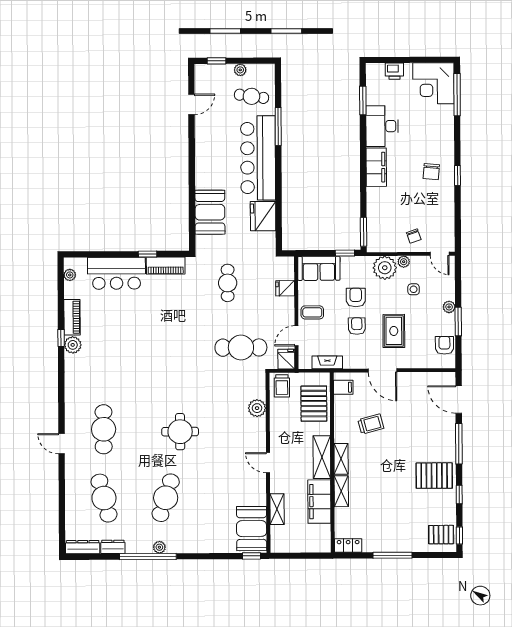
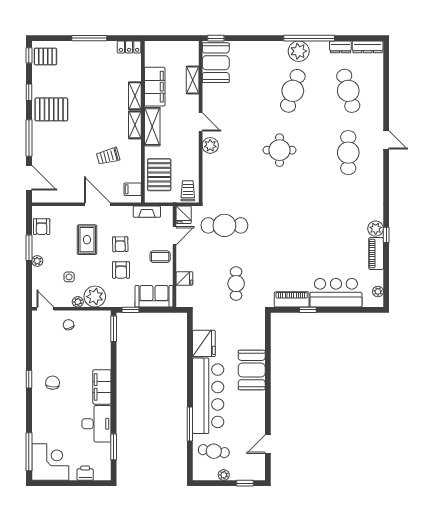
booth: (210, 212) -> (252, 370), moved
plant: (257, 408) -> (210, 145), moved
plant: (159, 547) -> (299, 51), width x1.88, depth x1.88

